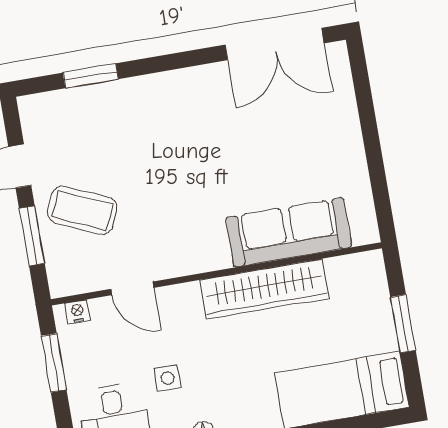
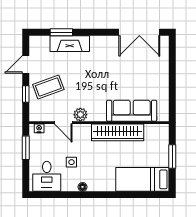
fireplace: (115, 99) -> (70, 44), added
coffee table: (82, 210) -> (48, 87), turned -44
window: (32, 236) -> (26, 94), width x0.67
plant: (169, 262) -> (80, 115), added

